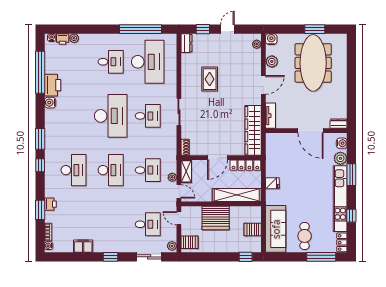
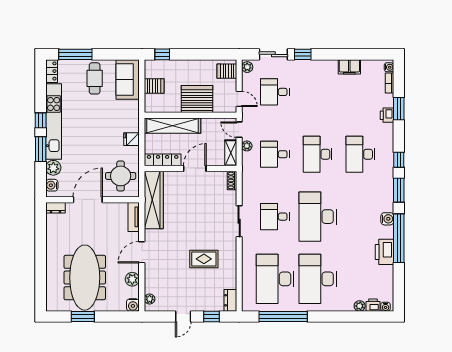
desk: (111, 62) -> (318, 279), width x1.87, depth x1.30
window: (40, 72) -> (399, 238), moved
rug: (210, 79) -> (204, 259), turned 90
water cooler: (50, 103) -> (387, 219), moved
door: (311, 131) -> (88, 200), hinge flipped
round table: (282, 151) -> (121, 176), added
window: (351, 216) -> (41, 120), moved
sofa: (276, 229) -> (128, 79), width x0.73
window: (110, 257) -> (303, 54), moved

